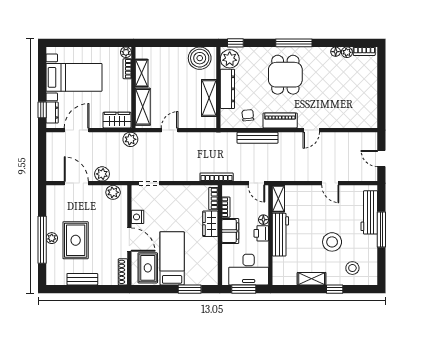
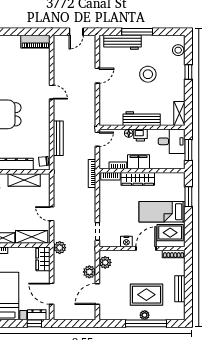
chair: (248, 115) -> (44, 161), moved
piano: (280, 120) -> (35, 42), moved, turned -90
shelving: (278, 199) -> (111, 120), removed
wardrobe: (210, 224) -> (138, 179), width x1.50
stool: (352, 268) -> (178, 50), moved
desk: (249, 270) -> (172, 141), width x0.73
shelving: (312, 279) -> (179, 113), moved

